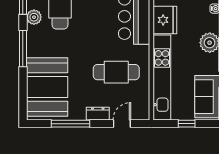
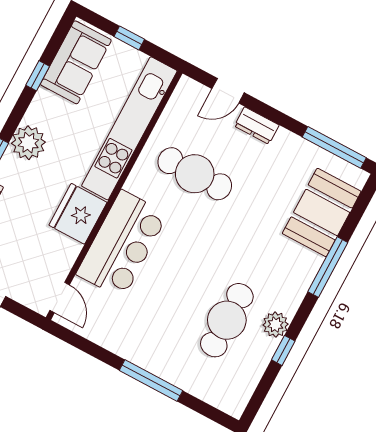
window: (23, 49) -> (328, 267), moved
booth: (47, 87) -> (322, 212), width x0.73, depth x0.70
window: (70, 124) -> (334, 147), moved

